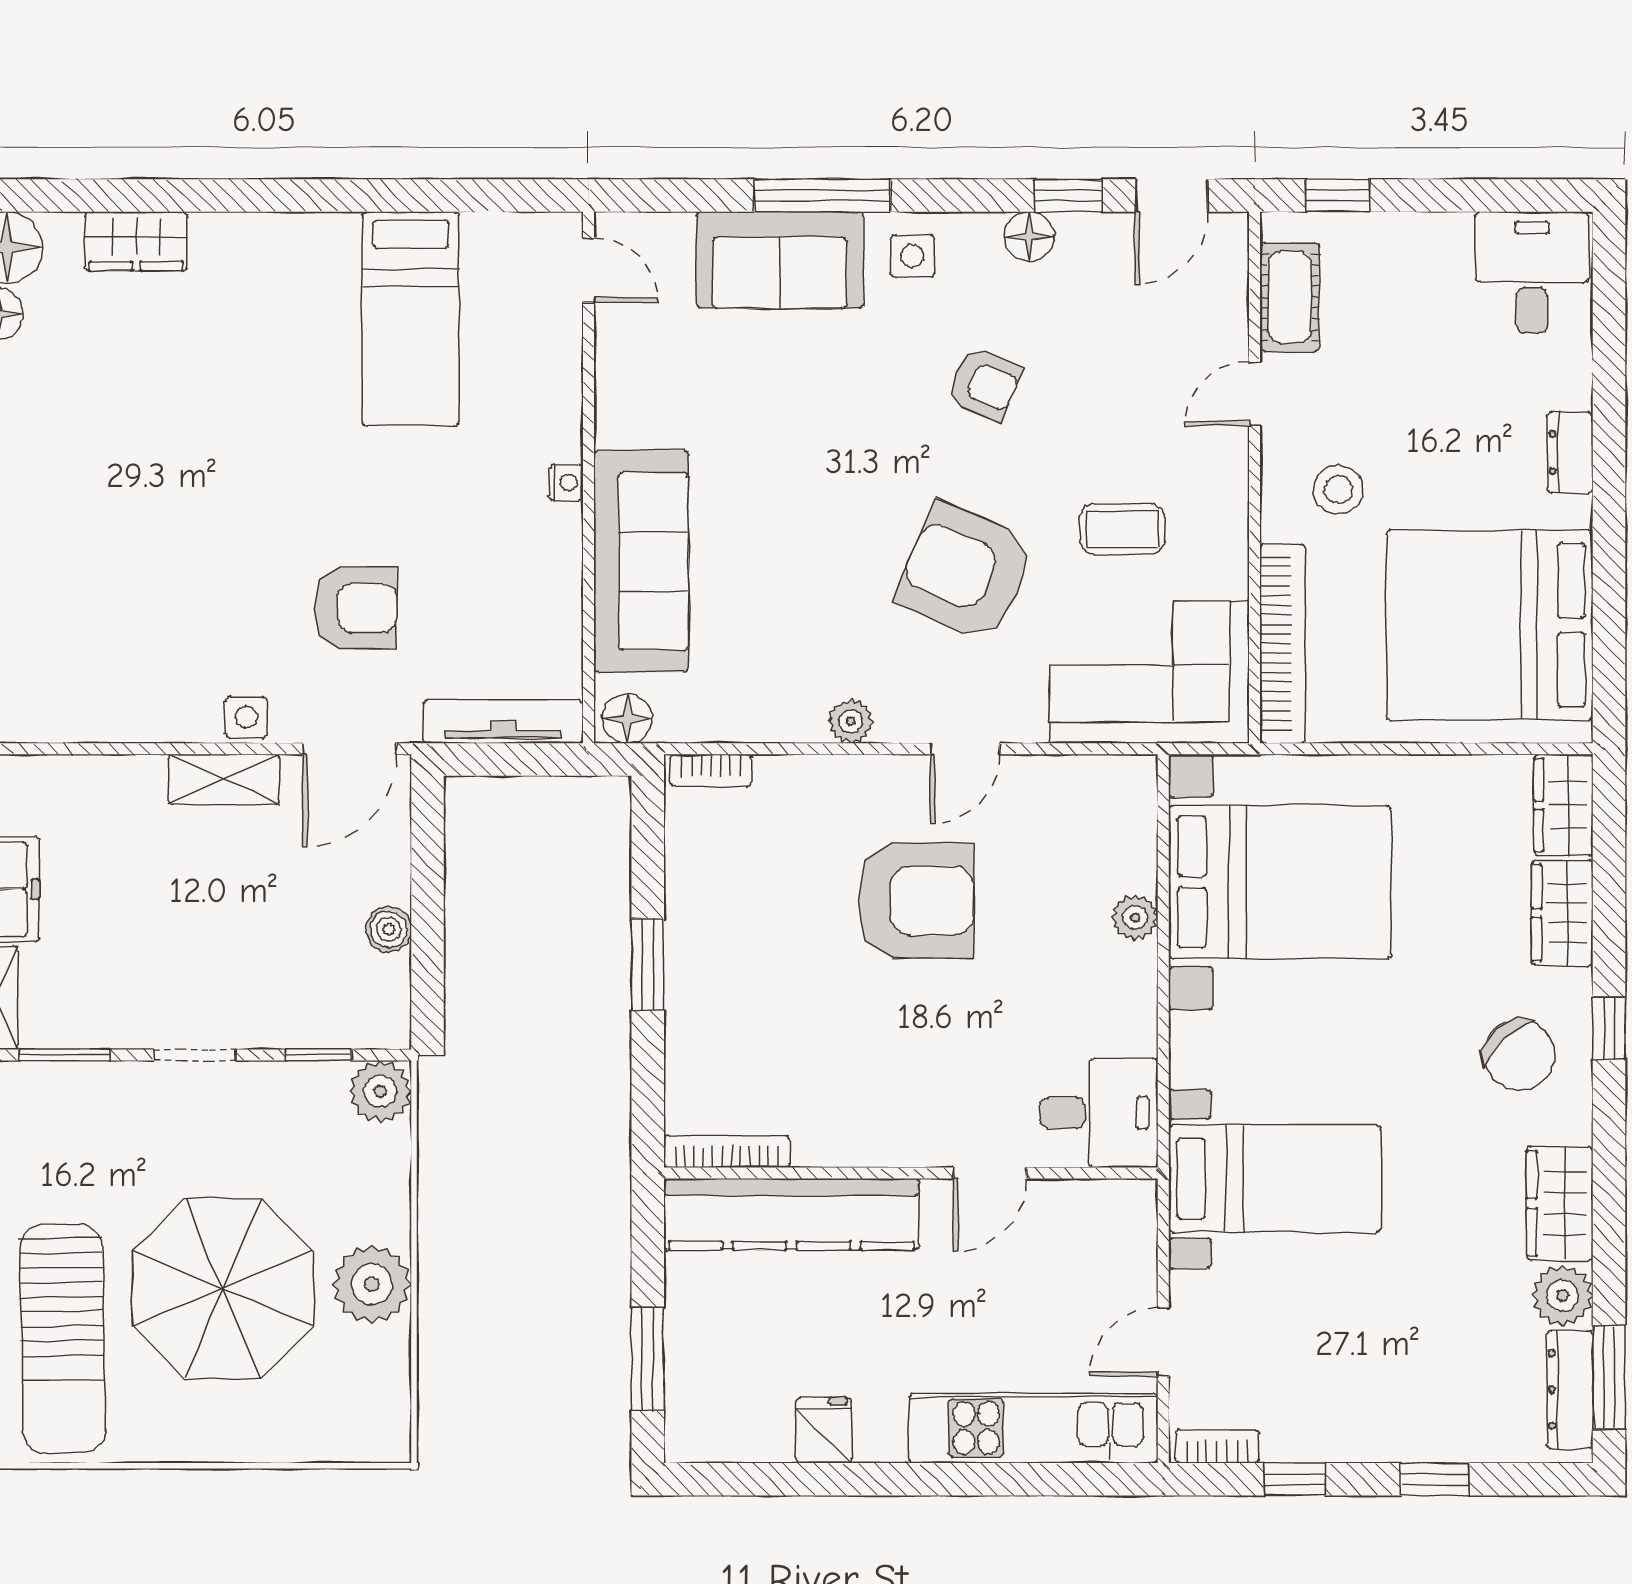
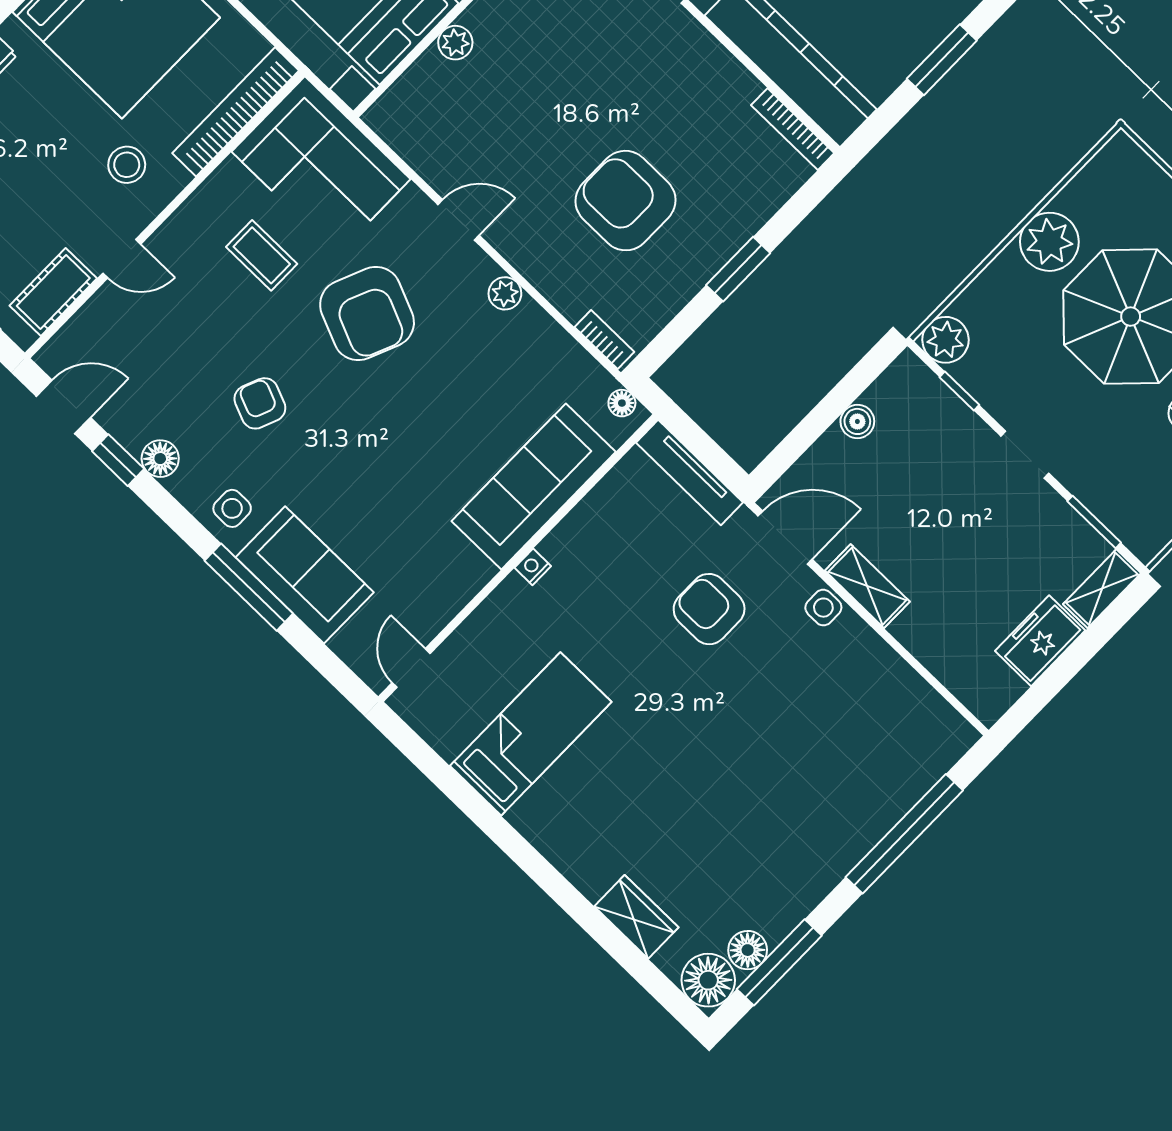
floor lamp: (627, 719) -> (622, 403), width x0.73, depth x0.73
armchair: (916, 901) -> (625, 201), moved

